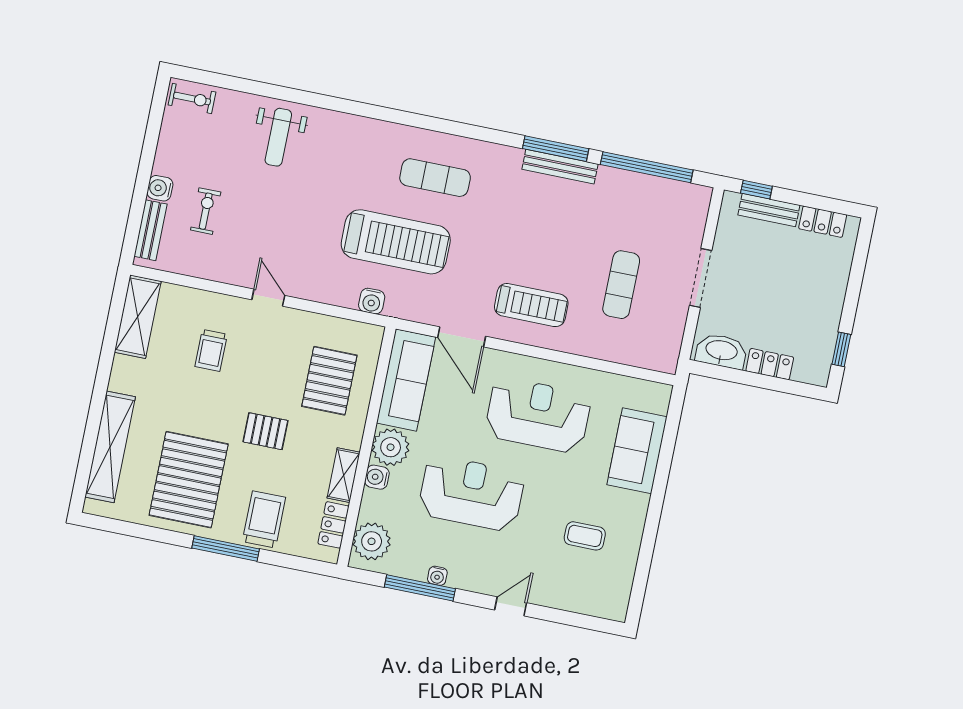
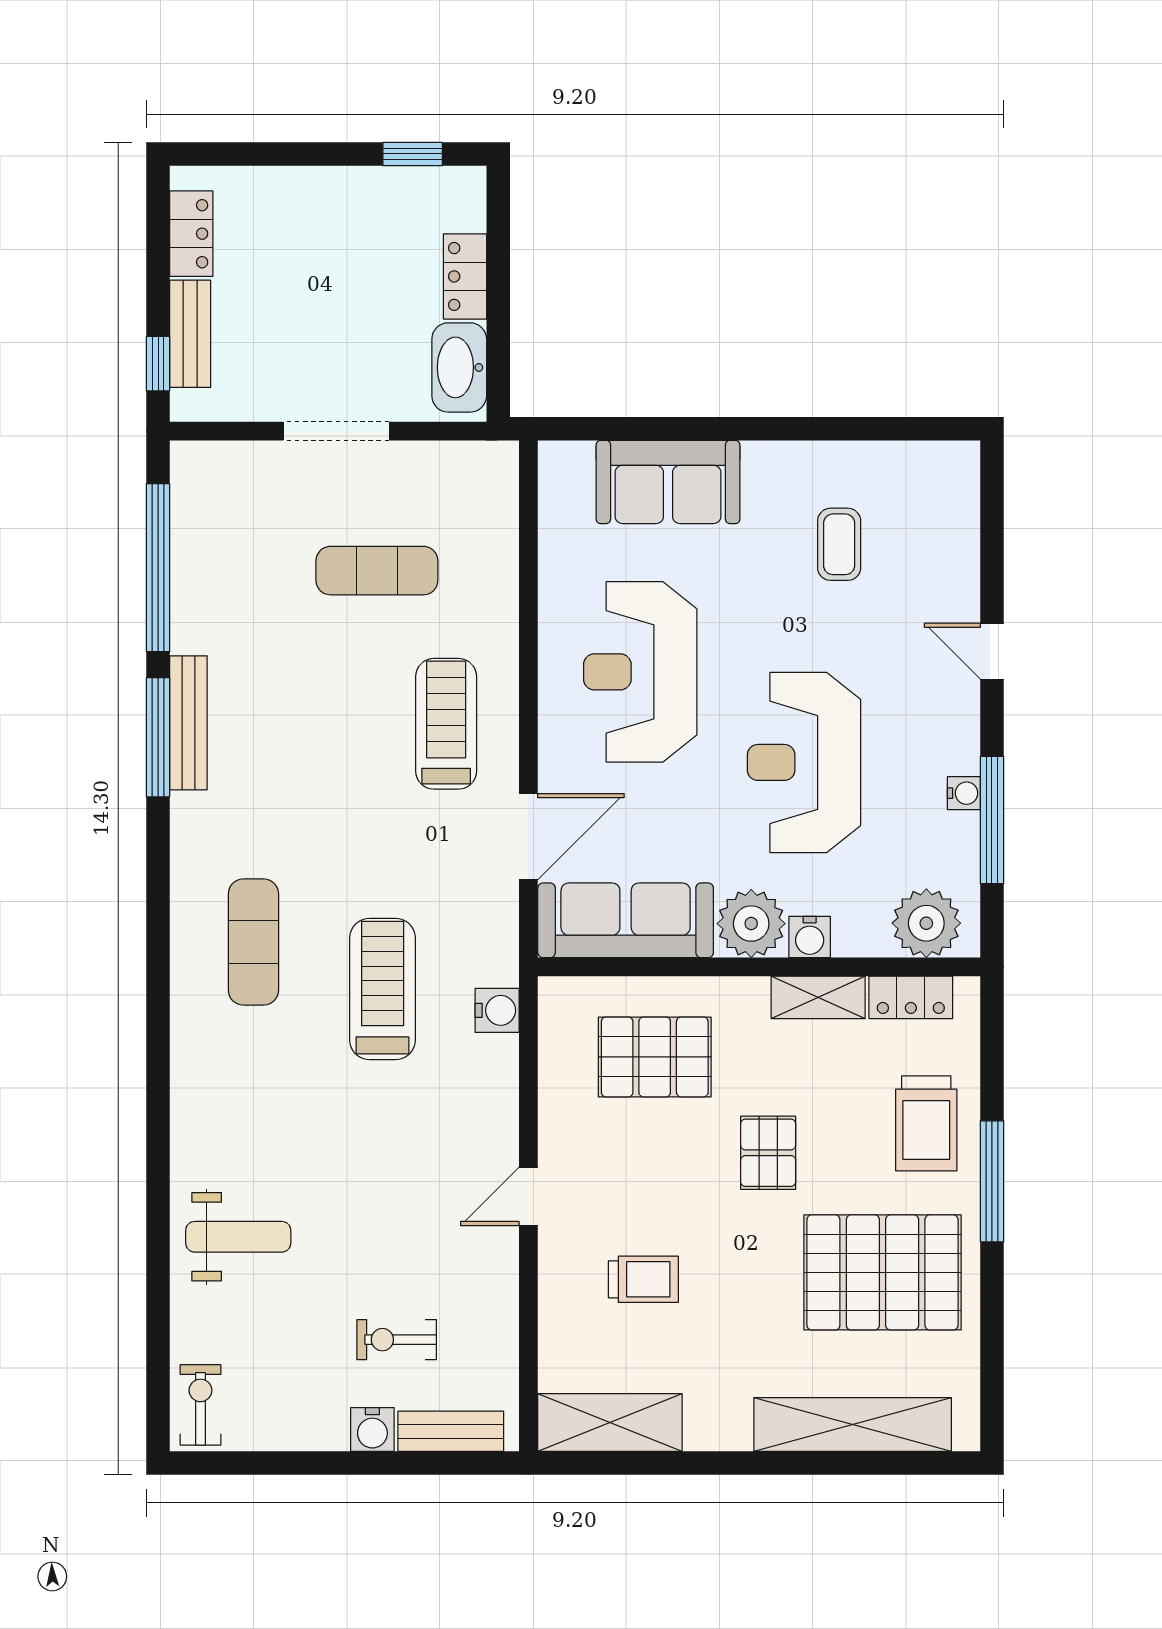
treadmill: (396, 242) -> (383, 989), width x0.73, depth x0.73
trolley: (264, 519) -> (926, 1123), turned -90

